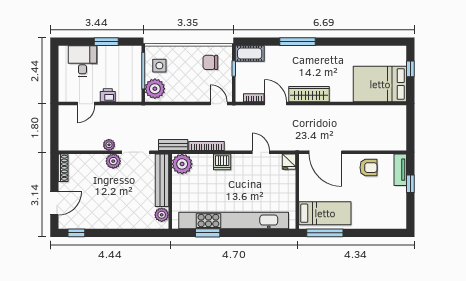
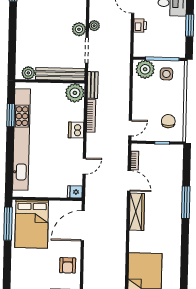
cot: (250, 54) -> (176, 158), removed
door: (276, 104) -> (129, 181), hinge flipped
bed: (325, 213) -> (32, 224), width x1.50

